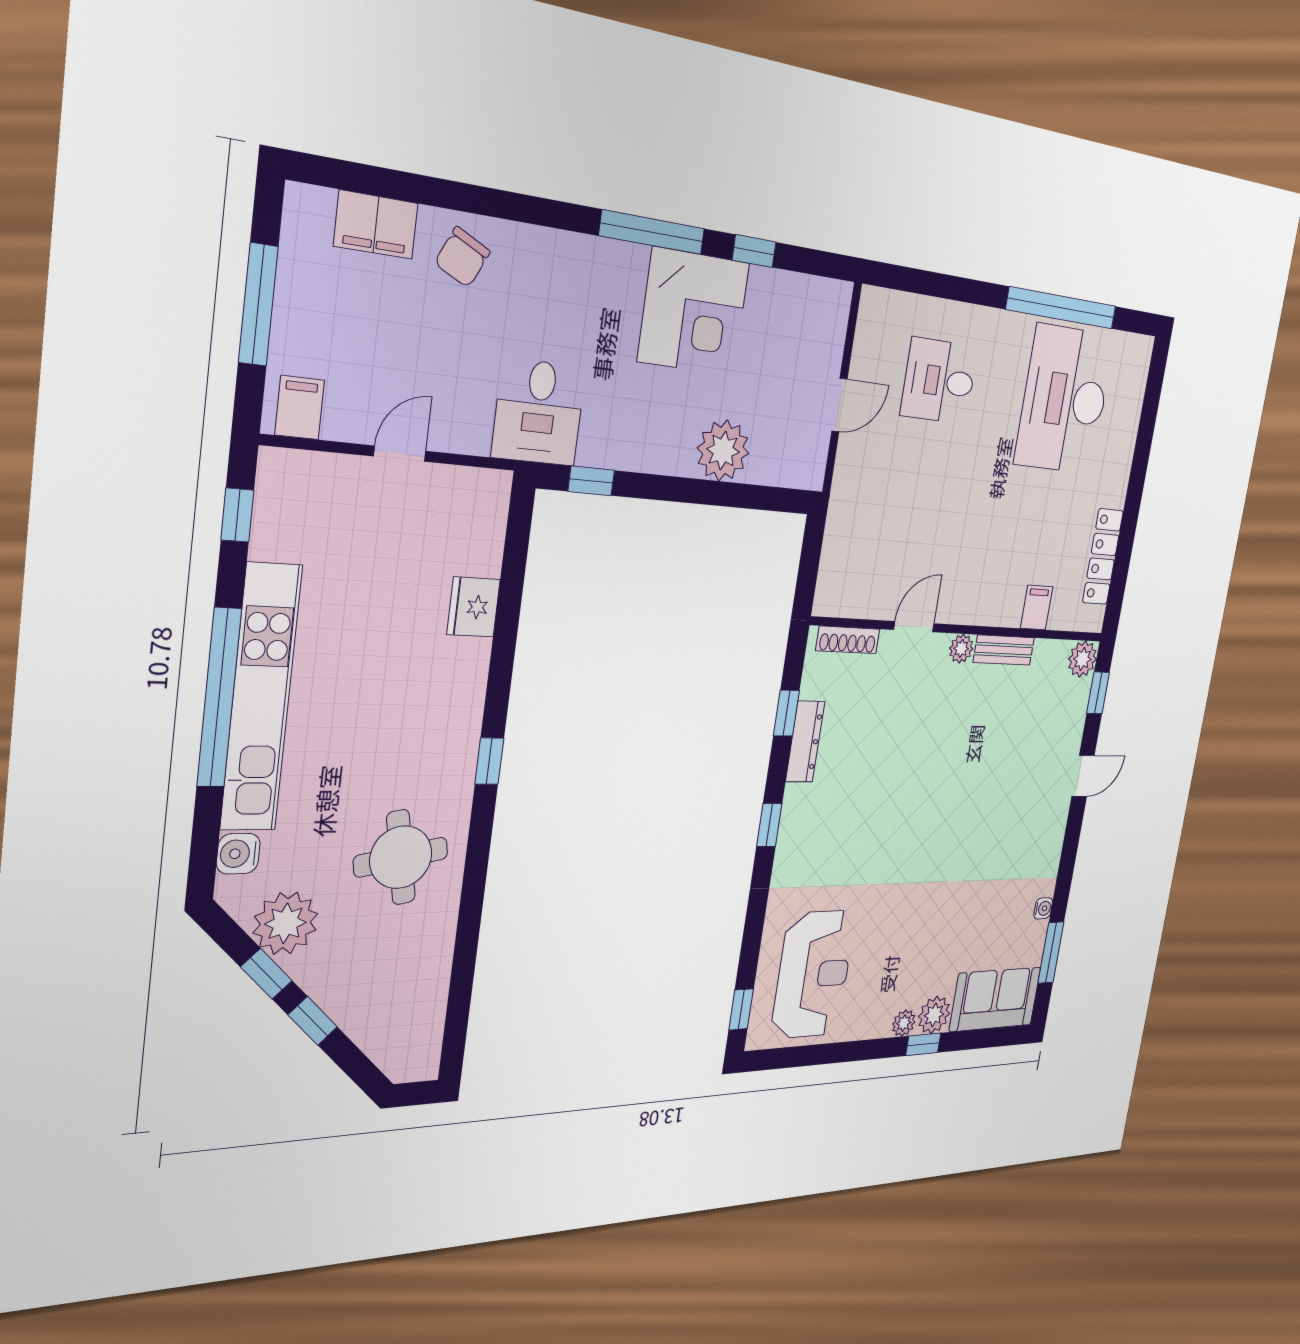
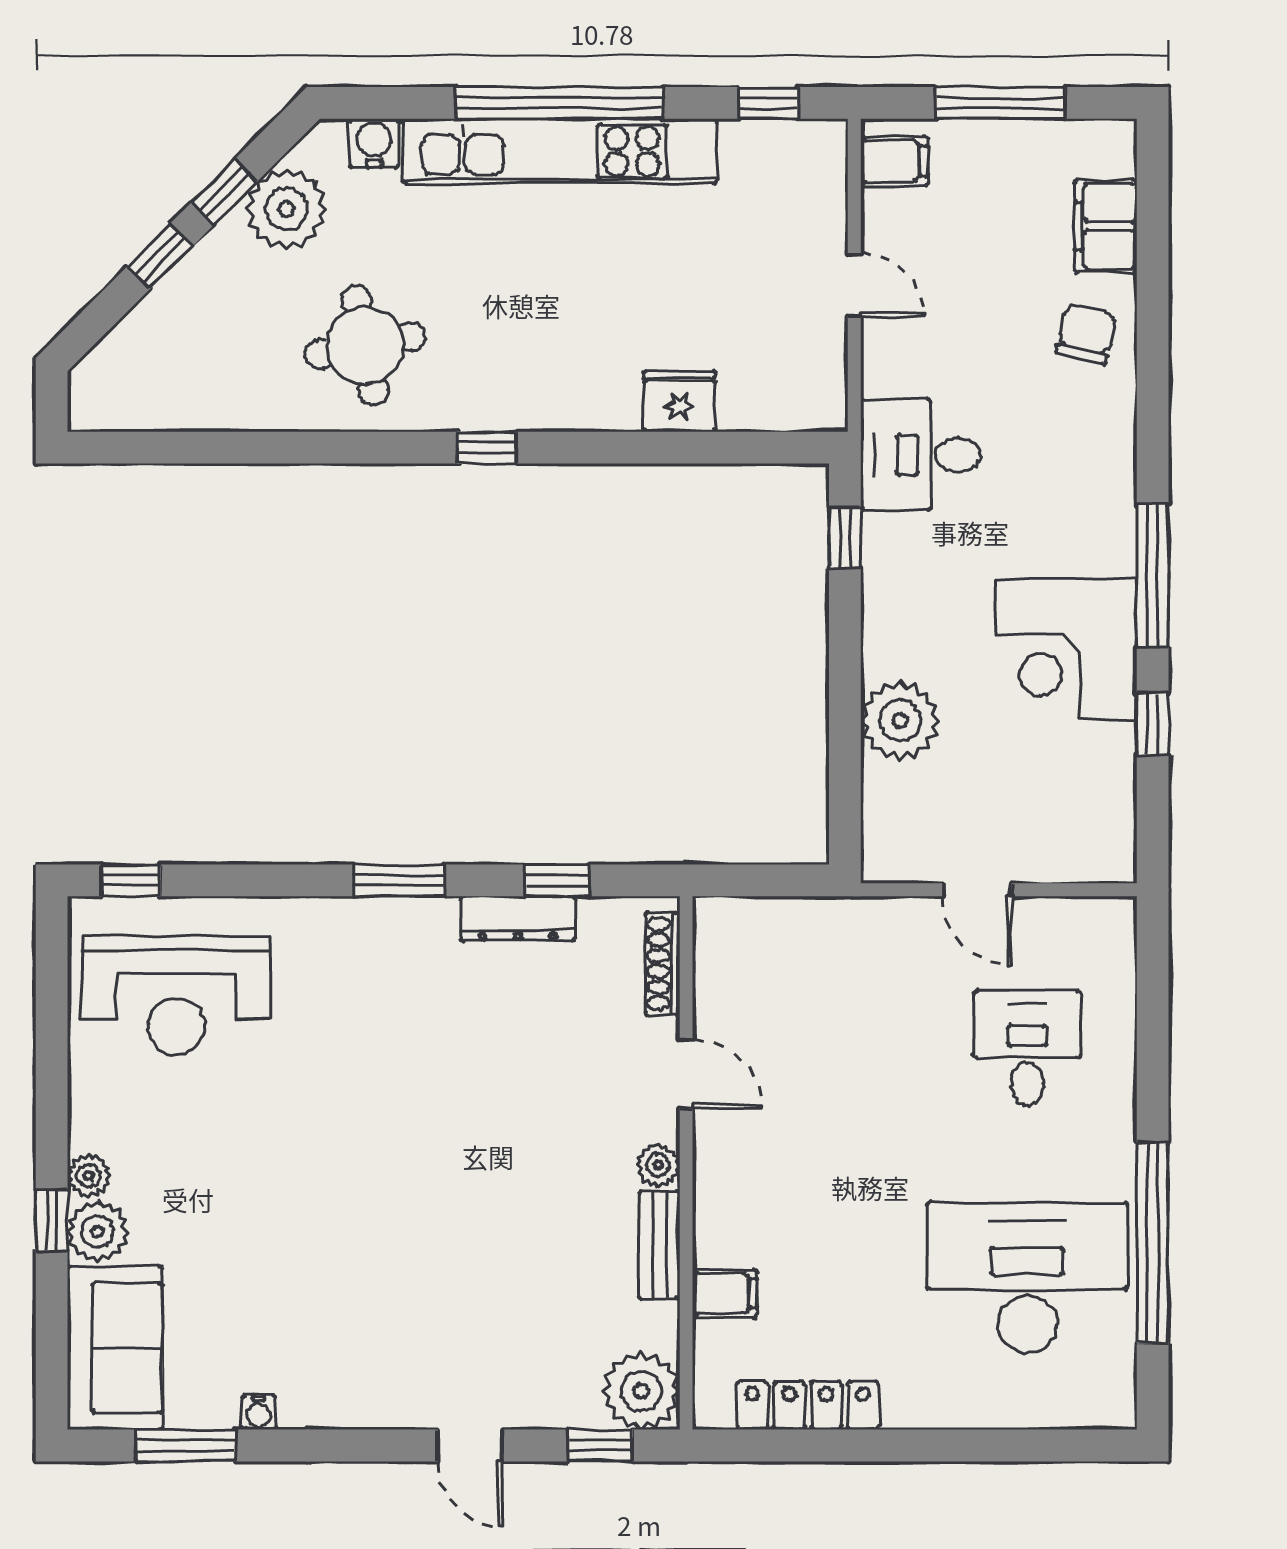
chair: (462, 257) -> (1086, 334), turned 77
plant: (1082, 659) -> (641, 1391), width x1.36, depth x1.36
window: (769, 825) -> (399, 880), width x1.50

